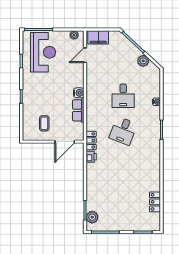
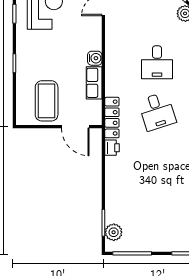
coffee table: (44, 123) -> (47, 101), width x1.86, depth x1.72
desk: (123, 131) -> (157, 111), turned -39
locker: (91, 140) -> (112, 118), width x1.53
door: (65, 142) -> (75, 127), hinge flipped

